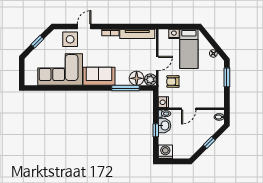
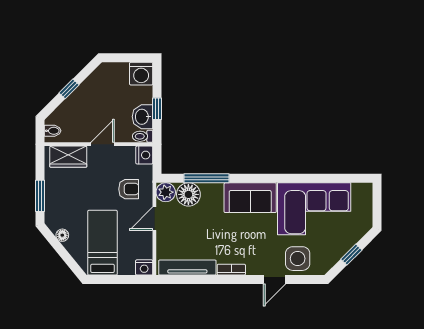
nightstand: (174, 34) -> (144, 267), moved
wardrobe: (210, 101) -> (68, 157), added

